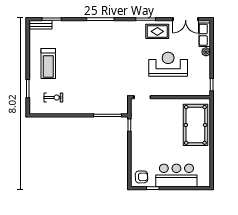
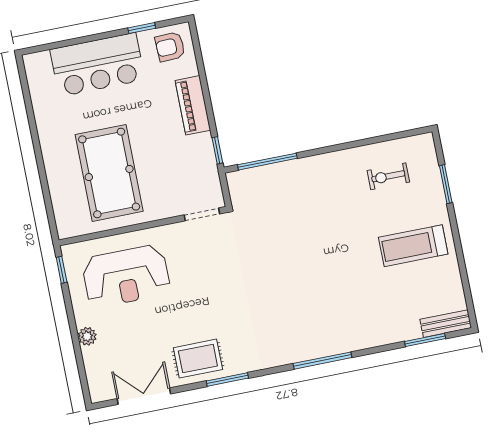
row of seats: (205, 35) -> (97, 372), removed
treadmill: (48, 63) -> (413, 246), turned -90
reception desk: (168, 64) -> (126, 276), moved
pool table: (195, 125) -> (109, 173), moved
piano: (136, 148) -> (193, 105), added

